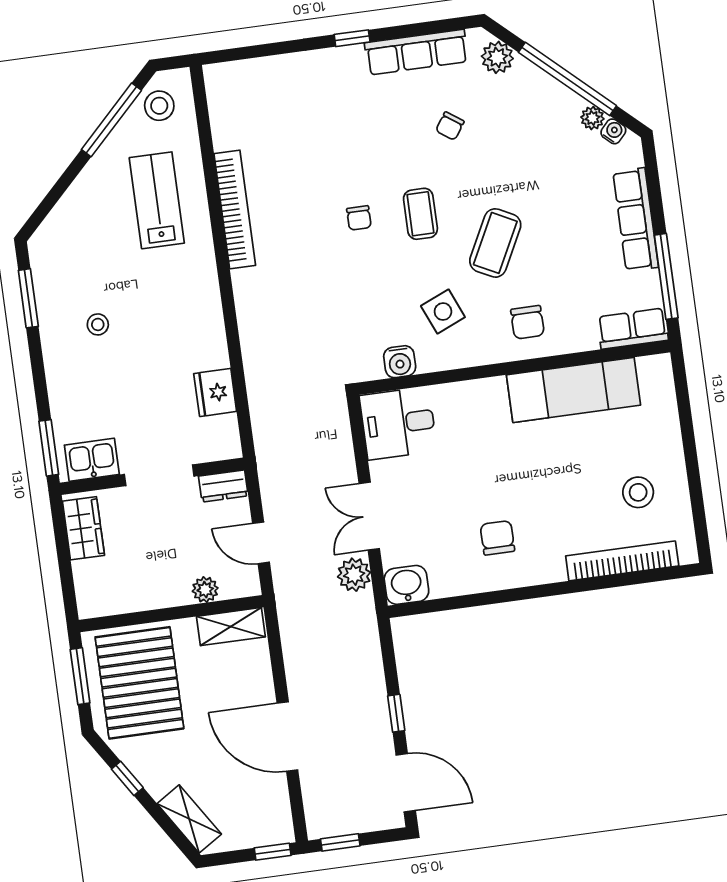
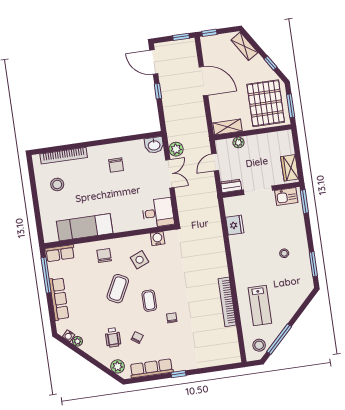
window: (567, 79) -> (88, 358), removed
wheelchair: (508, 127) -> (113, 337), added
chair: (359, 218) -> (172, 318), moved
door: (261, 543) -> (215, 162), swing flipped

